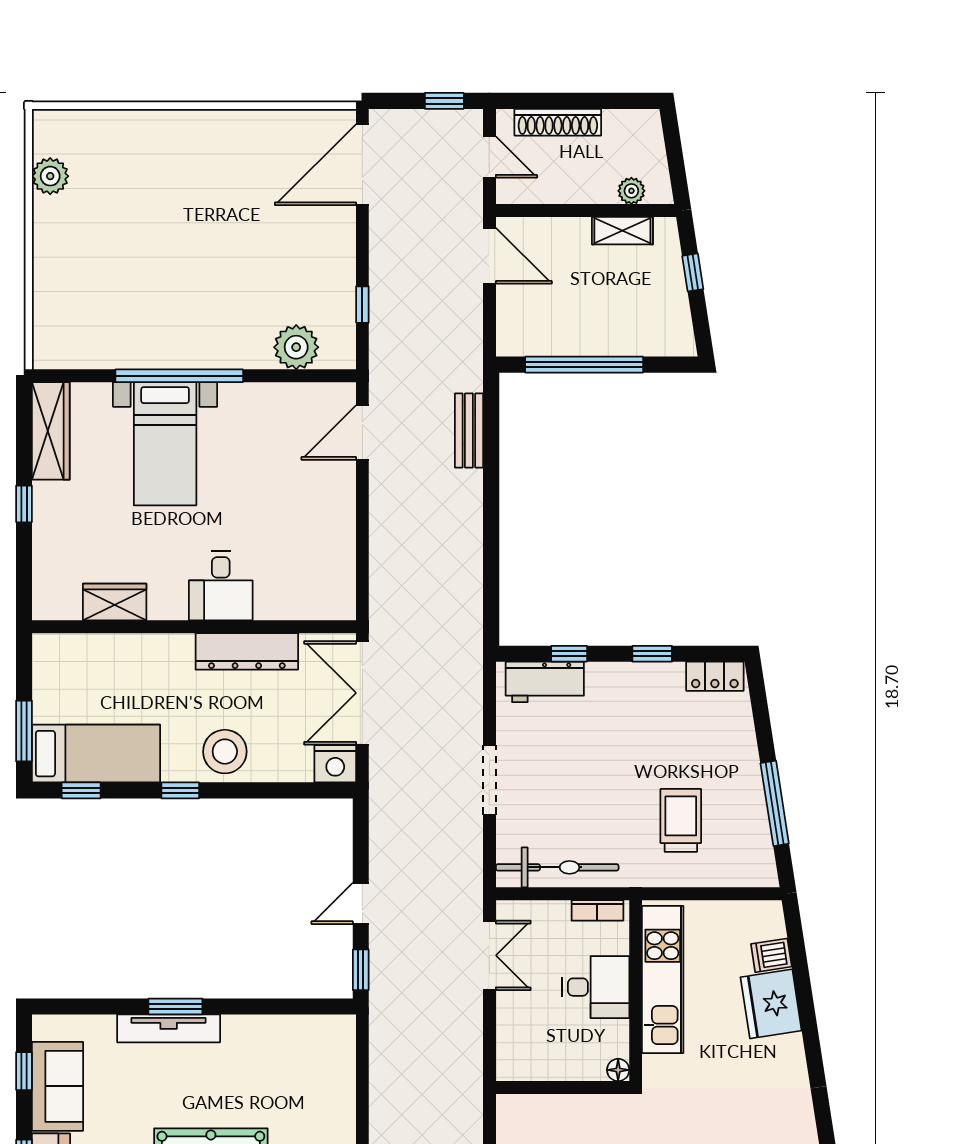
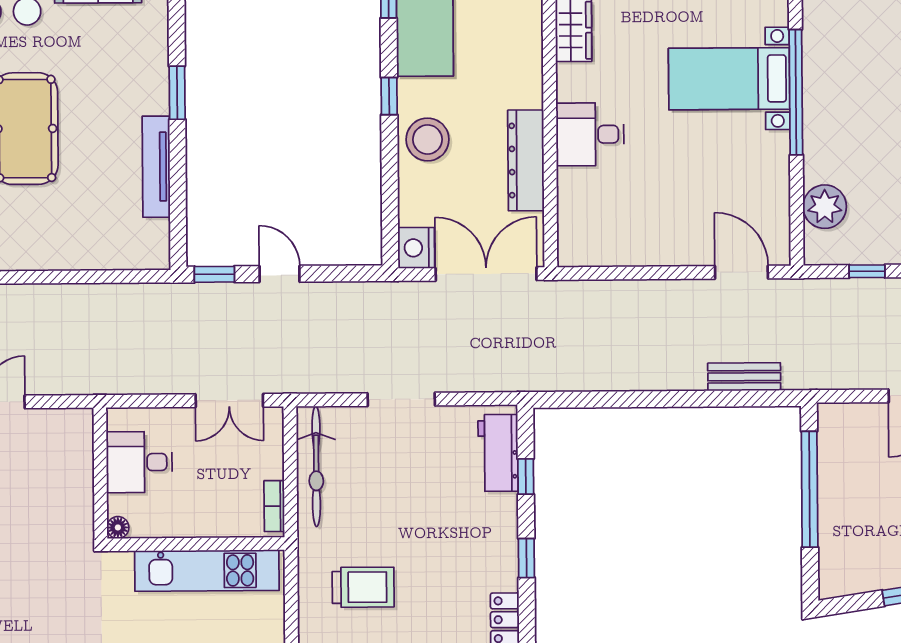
desk: (596, 987) -> (139, 462), moved, turned 90
tv unit: (169, 1028) -> (156, 167), moved

